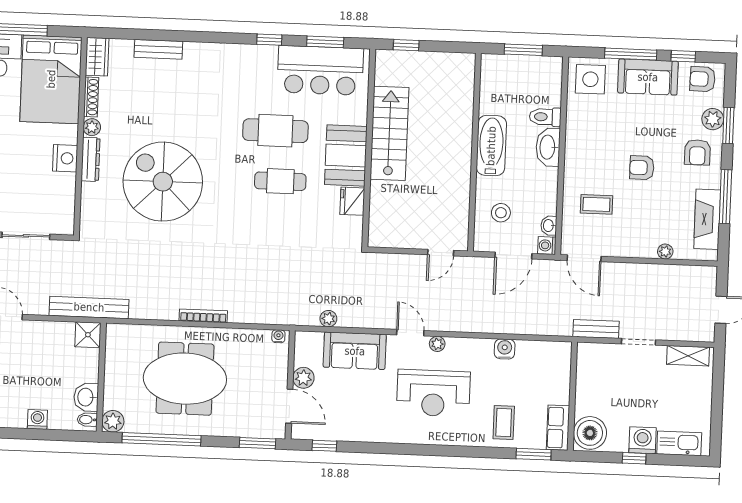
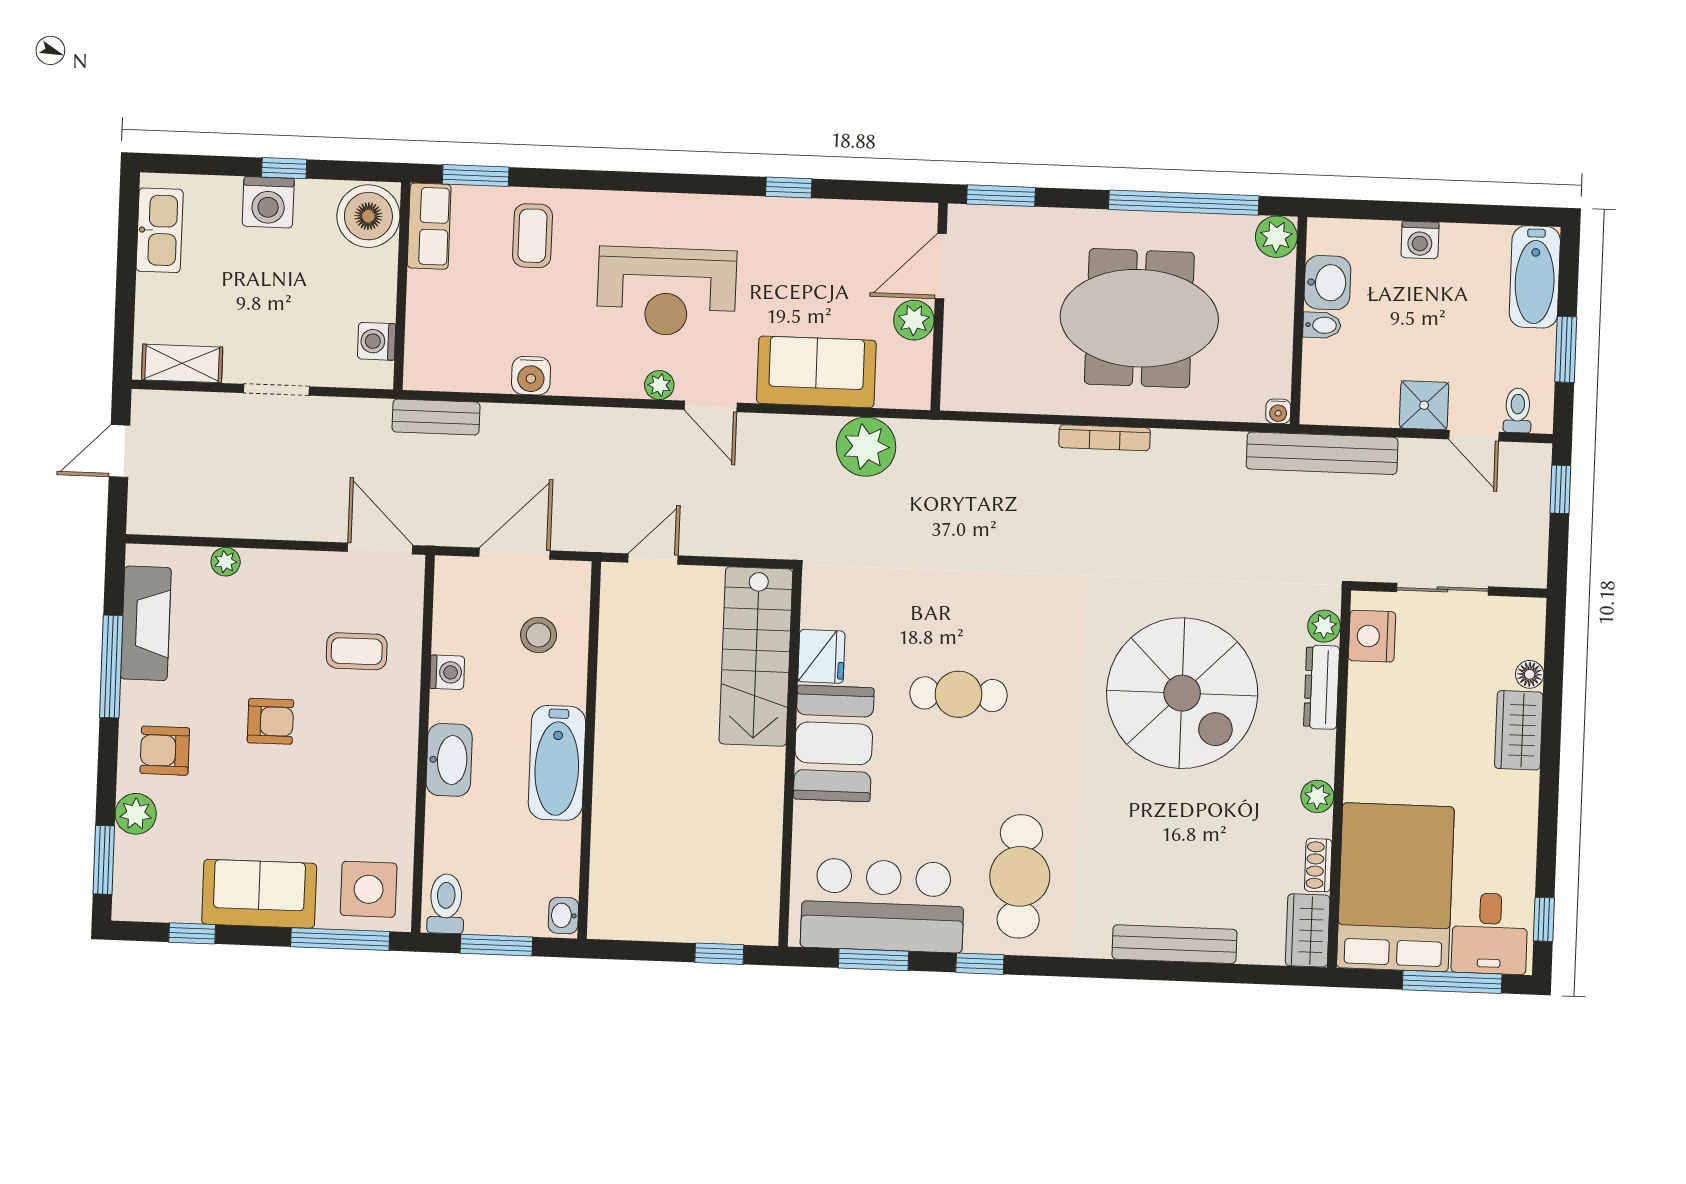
bench: (158, 49) -> (1175, 944), width x1.36
window: (631, 54) -> (340, 939), moved
armchair: (703, 79) -> (155, 890), removed
shoe rack: (91, 97) -> (1318, 865), width x0.70
toilet: (545, 117) -> (446, 904), moved, turned -90
window: (728, 126) -> (104, 860), moved
cafe table: (275, 131) -> (1020, 876), moved, turned 90
stairs: (389, 133) -> (756, 656), moved
armchair: (697, 152) -> (165, 751), turned -90
nightstand: (65, 158) -> (1372, 636), moved
dresser: (91, 159) -> (1322, 687), moved
plant: (88, 217) -> (1324, 626), added
washbasin: (549, 226) -> (563, 915), moved, turned 180
washing machine: (547, 246) -> (447, 672), moved
plant: (328, 319) -> (866, 447), width x1.88, depth x1.88
bench: (596, 329) -> (436, 417), moved
shower: (88, 335) -> (1424, 405), moved
water cooler: (278, 336) -> (1278, 411), moved
washing machine: (586, 367) -> (377, 341), added
reception desk: (433, 393) -> (667, 292), turned 180
door: (289, 406) -> (941, 266), hinge flipped
bidet: (87, 420) -> (1322, 325), moved
kitchen sink: (679, 443) -> (160, 230), moved, turned -90
window: (324, 446) -> (789, 188), moved

